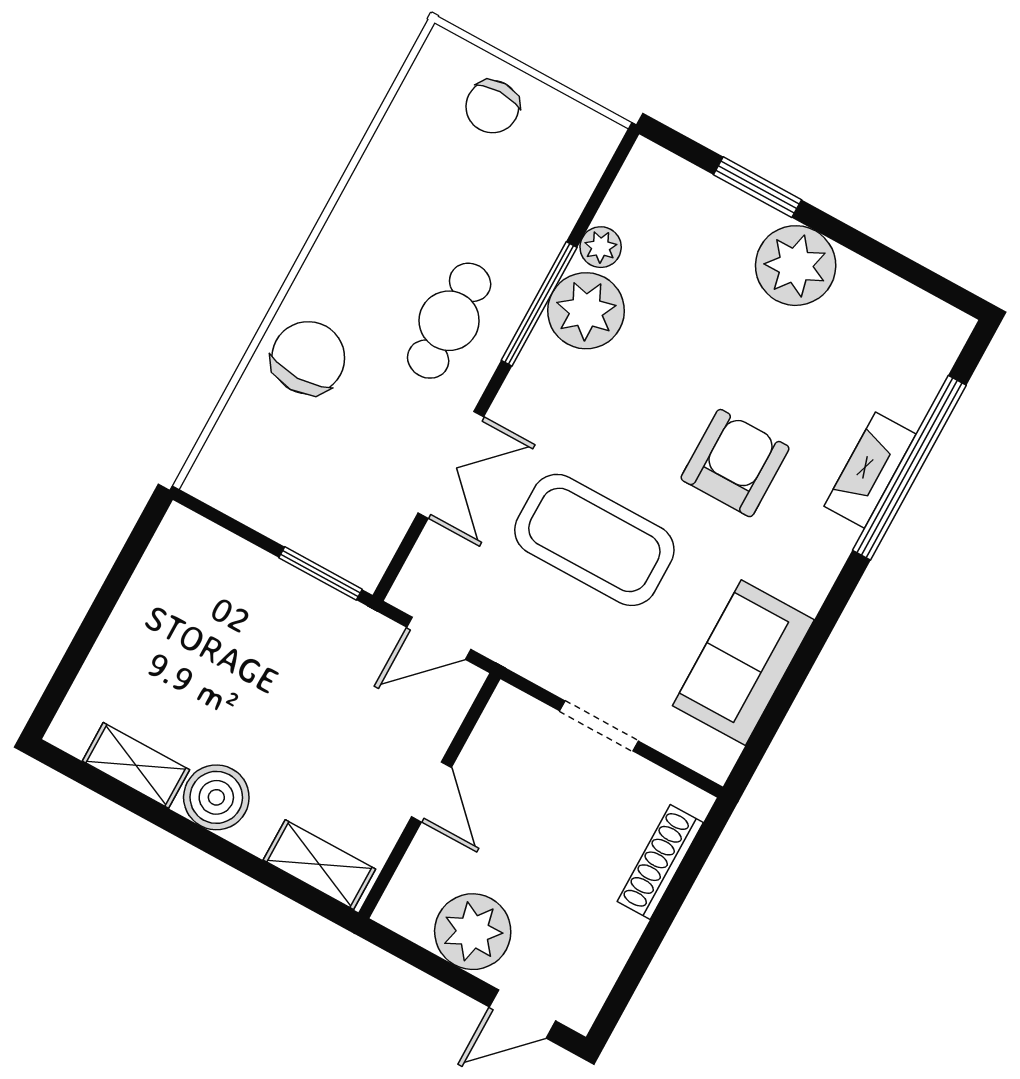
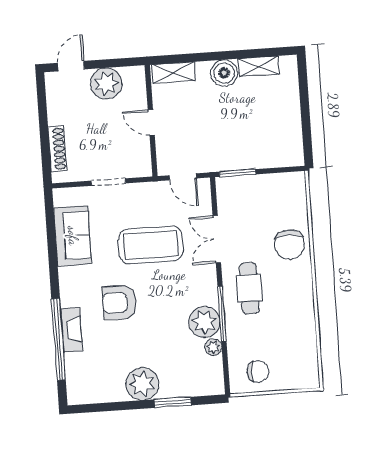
chair: (492, 107) -> (258, 372), moved, turned 90
armchair: (735, 463) -> (119, 302), turned 90
door: (439, 638) -> (183, 177), swing flipped

